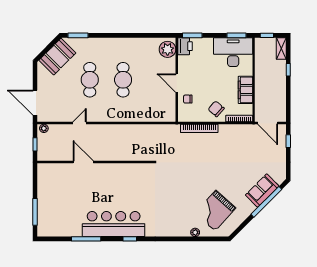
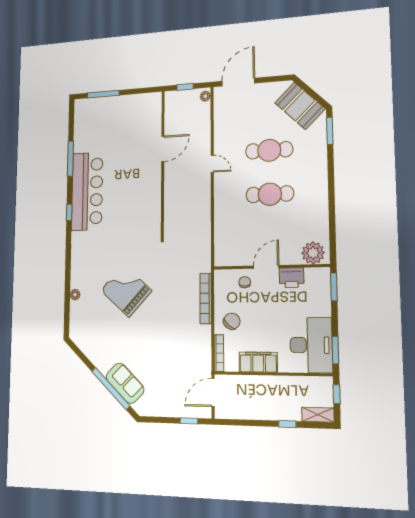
printer: (185, 46) -> (292, 278), moved
door: (80, 123) -> (212, 164), moved
grand piano: (215, 211) -> (126, 290), moved

